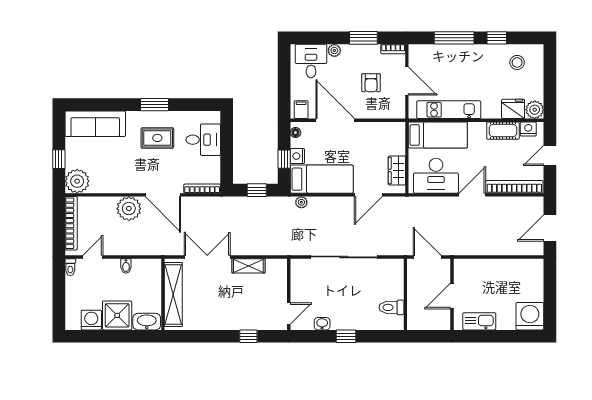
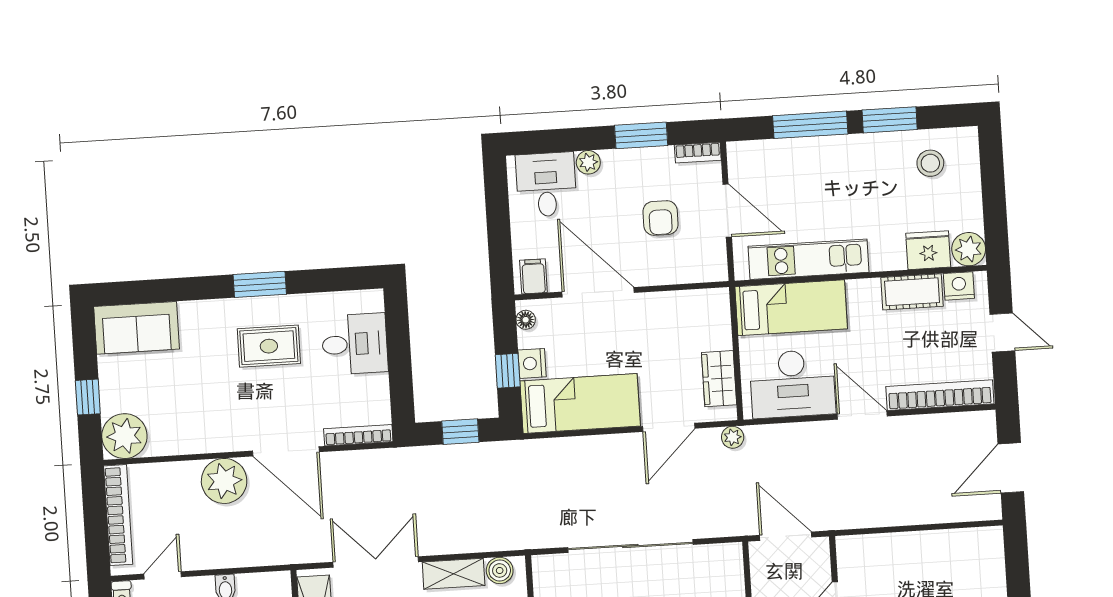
window: (497, 38) -> (890, 120), width x1.50
sofa: (95, 124) -> (137, 328), width x0.73
door: (550, 155) -> (1002, 332), swing flipped
door: (472, 195) -> (862, 415), hinge flipped
plant: (301, 202) -> (733, 437), moved
boiler: (273, 266) -> (500, 570), added

